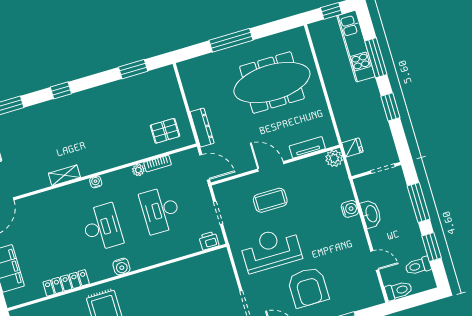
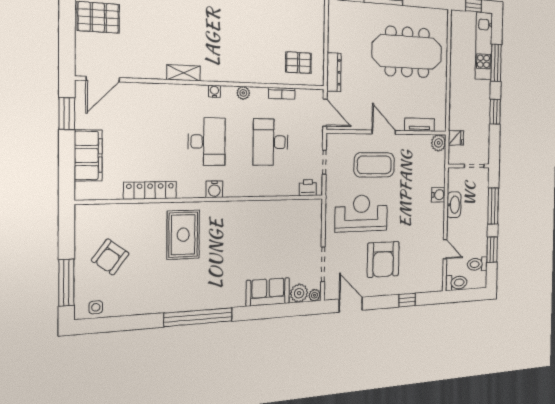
plant: (138, 170) -> (243, 93), moved
coffee table: (270, 200) -> (374, 165), width x1.36, depth x1.32

